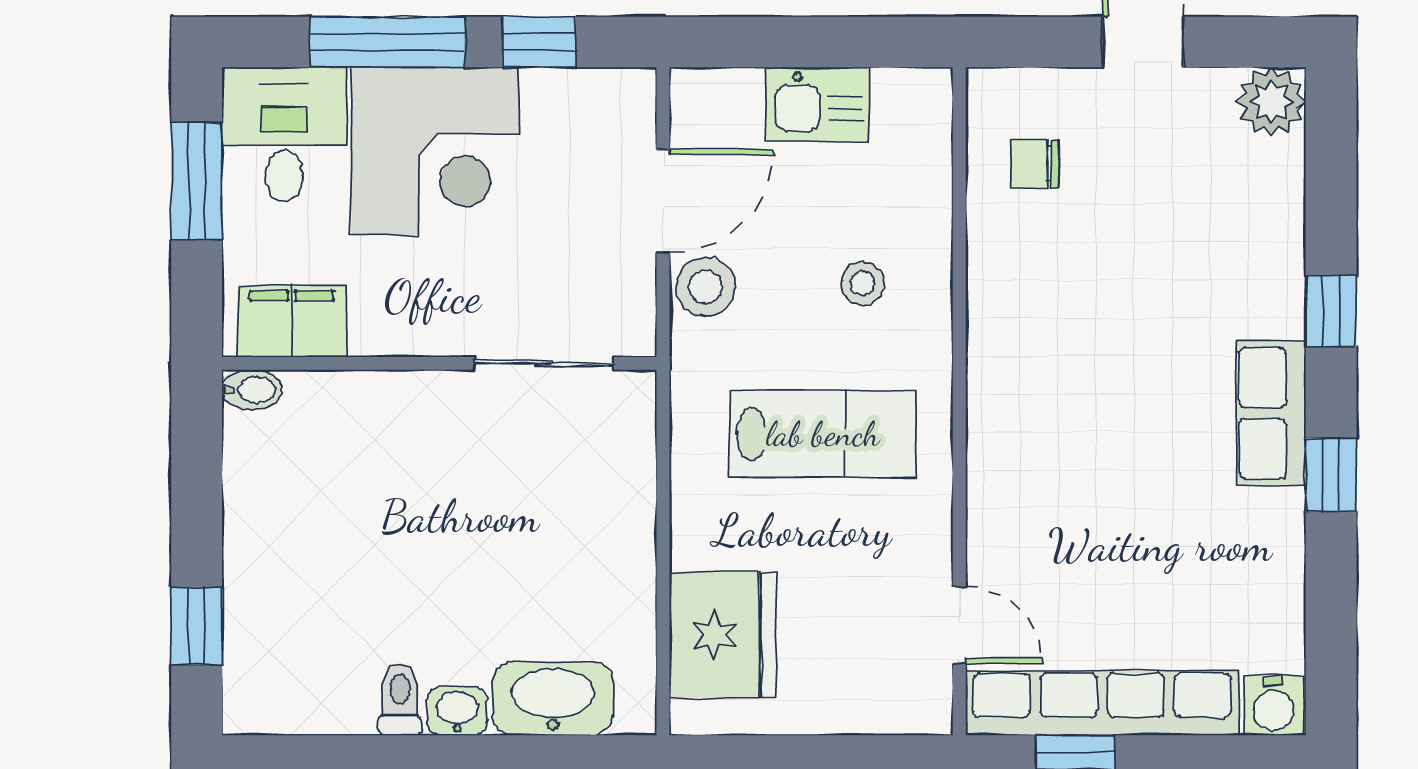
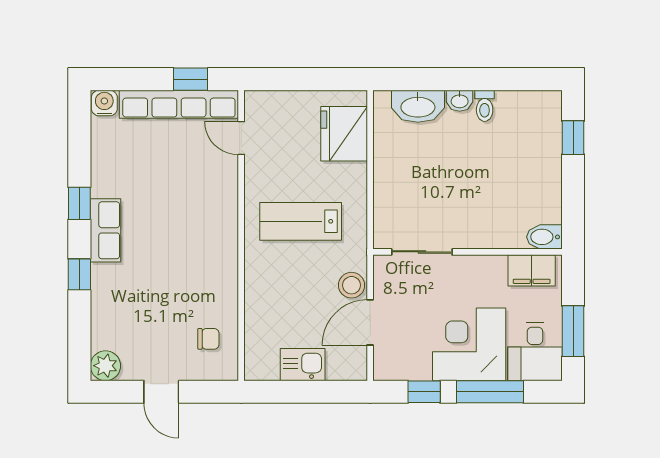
stool: (863, 283) -> (283, 287), removed
bidet: (252, 390) -> (544, 237), width x1.38, depth x1.36

